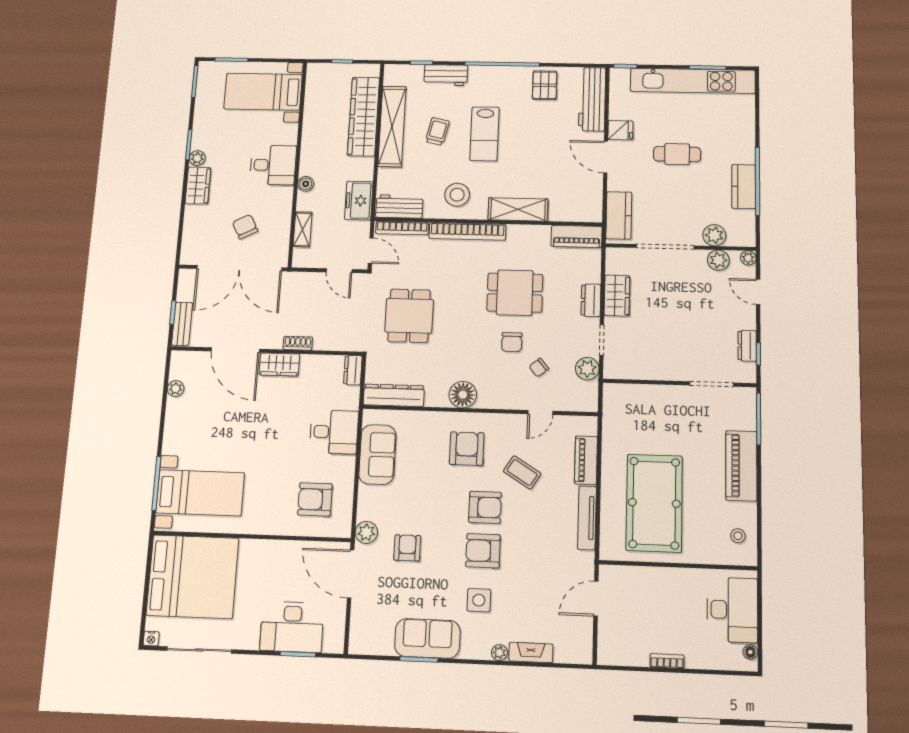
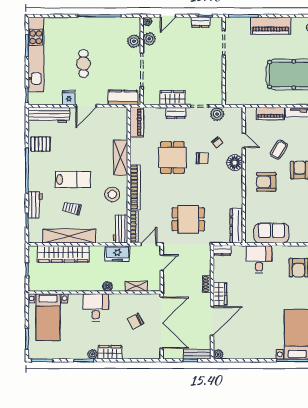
kitchen counter: (744, 187) -> (103, 24), removed
plant: (176, 389) -> (218, 354), moved
floor lamp: (463, 395) -> (235, 163), moved

